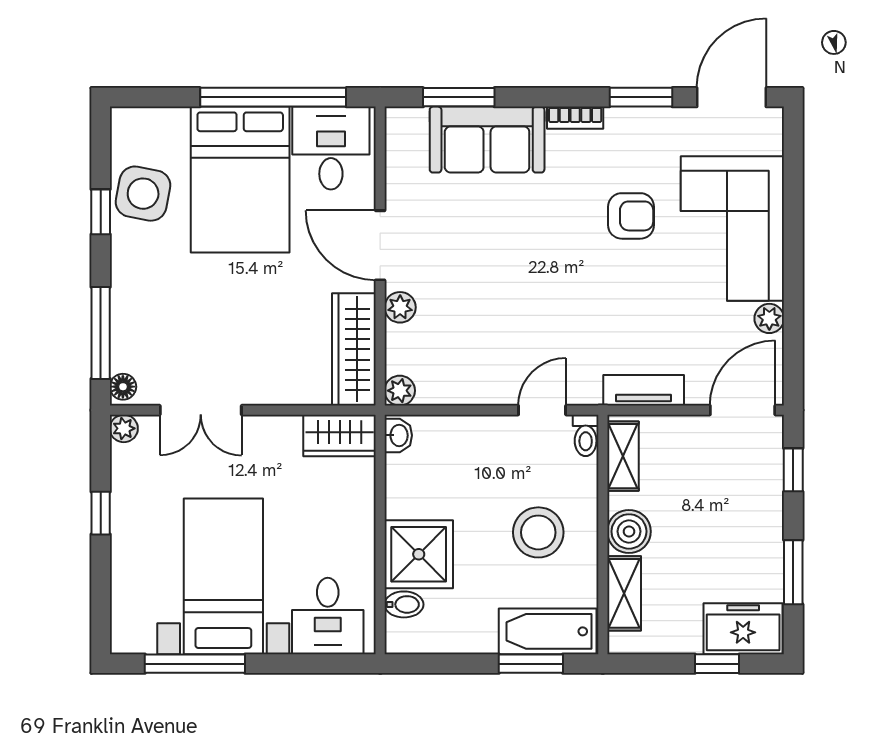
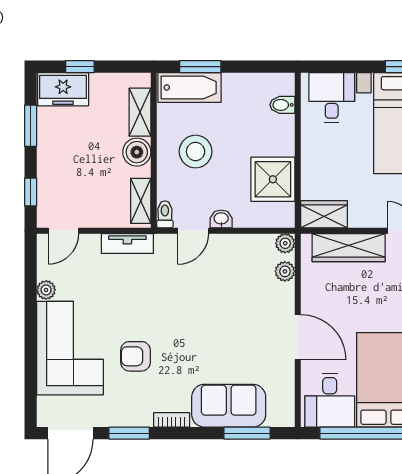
plant: (400, 307) -> (285, 271), moved
wardrobe: (354, 349) -> (349, 248), moved, turned 90
door: (743, 410) -> (63, 231), width x0.73
washbasin: (398, 435) -> (221, 219), moved, turned 90
shower: (419, 554) -> (273, 179), moved

